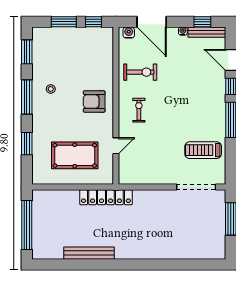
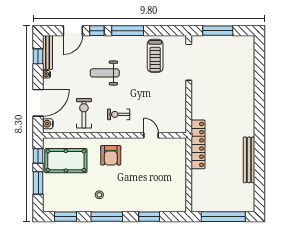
weight bench: (184, 95) -> (105, 73), added
pool table: (75, 155) -> (66, 161), moved, turned 90

